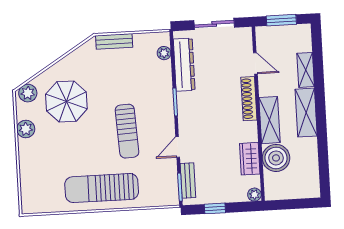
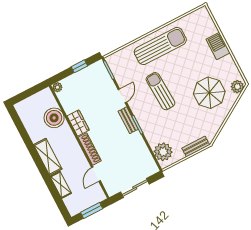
plant: (164, 53) -> (163, 152), width x1.88, depth x1.88
door: (255, 63) -> (96, 174), hinge flipped
dresser: (184, 65) -> (143, 152), removed
shelving: (269, 120) -> (70, 141), removed
plant: (26, 129) -> (228, 62), removed
barbecue: (29, 155) -> (218, 46), added
wardrobe: (250, 159) -> (78, 123), moved
bench: (188, 181) -> (128, 120), moved

